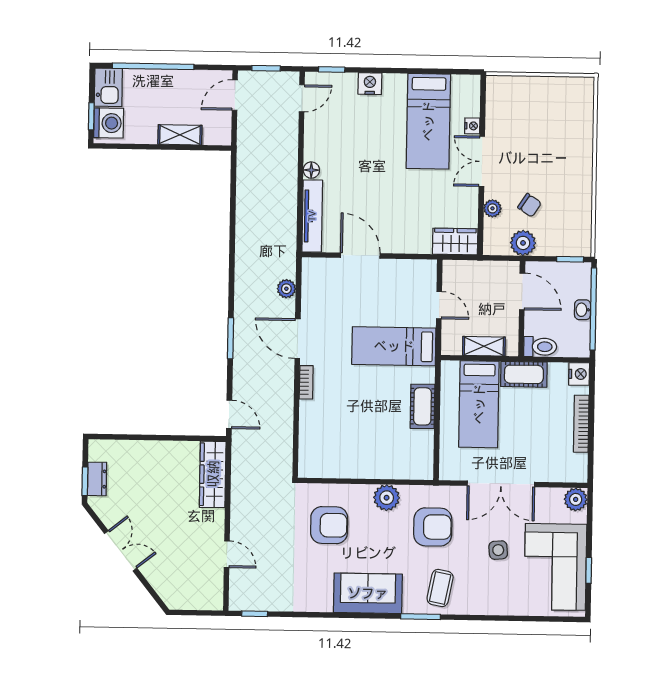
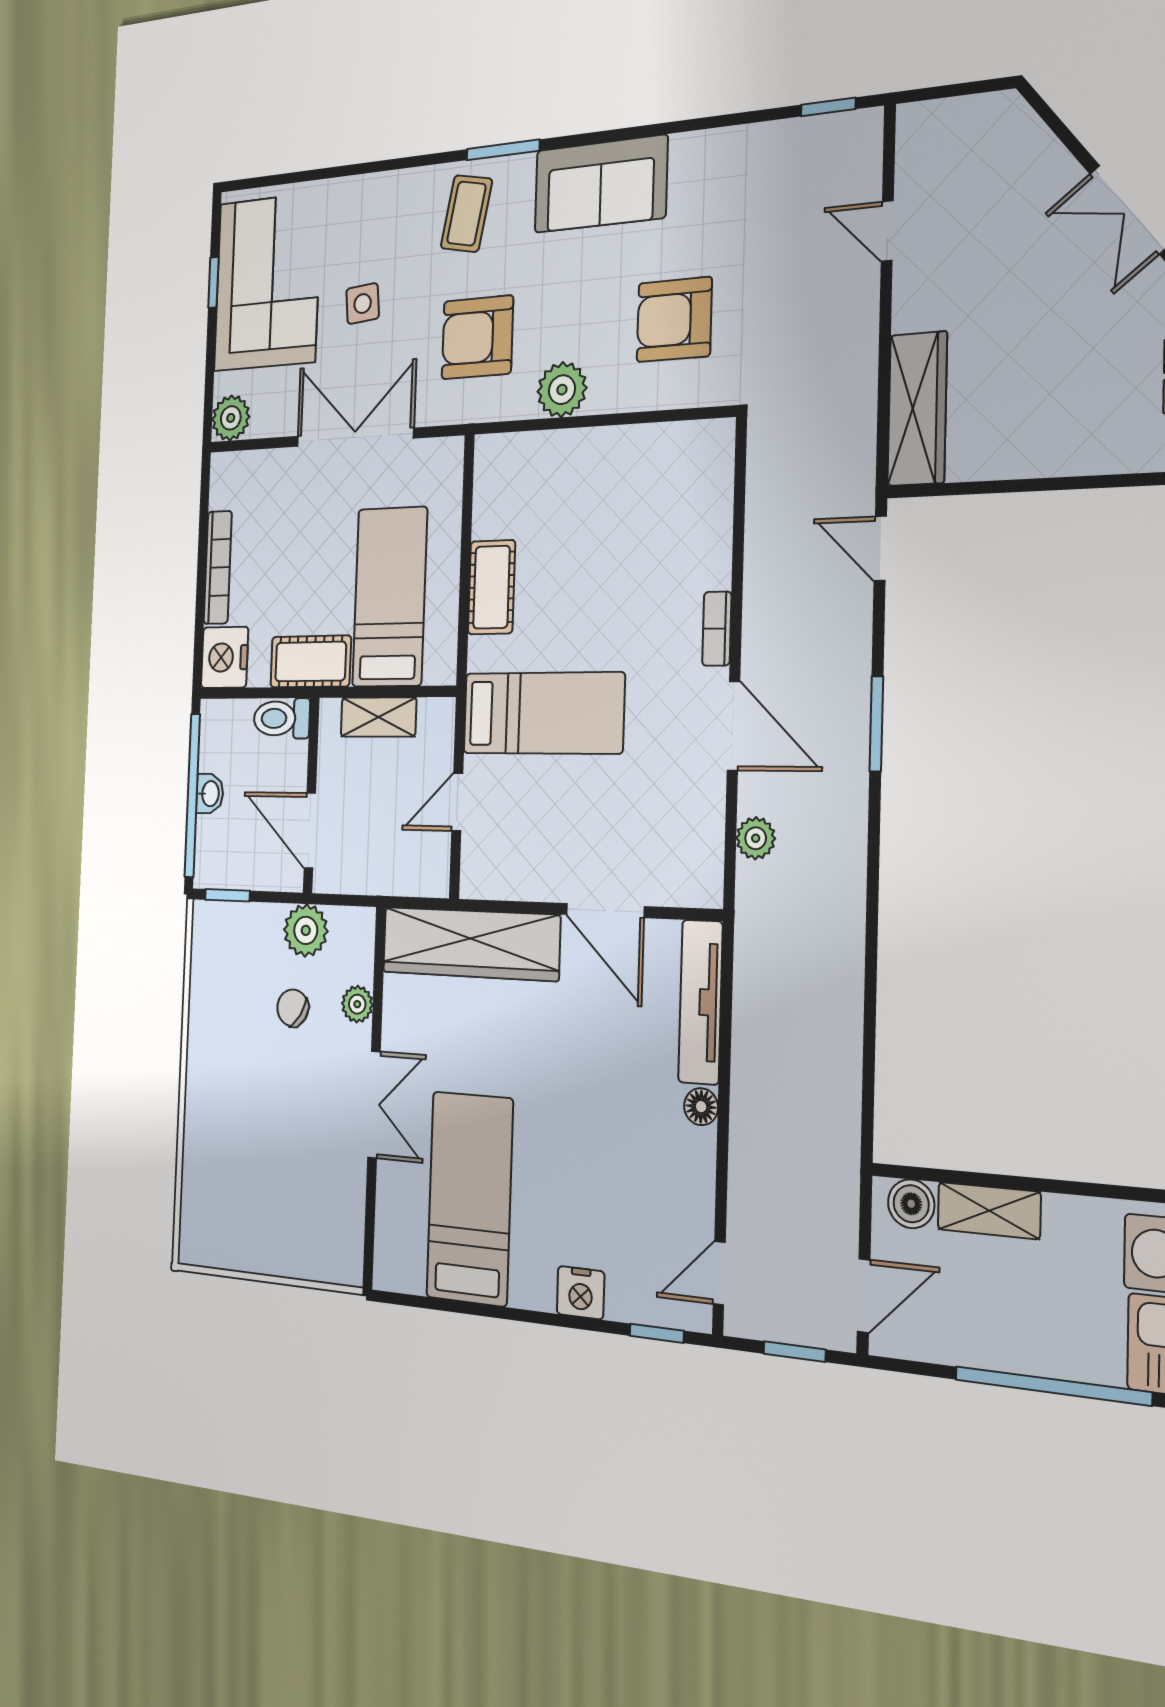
nightstand: (472, 126) -> (390, 1181), removed
boiler: (214, 135) -> (911, 1204), added
wardrobe: (455, 241) -> (471, 944), width x2.10, depth x1.17
door: (439, 305) -> (457, 802), hinge flipped
nightstand: (579, 374) -> (225, 657), width x1.36, depth x1.33

